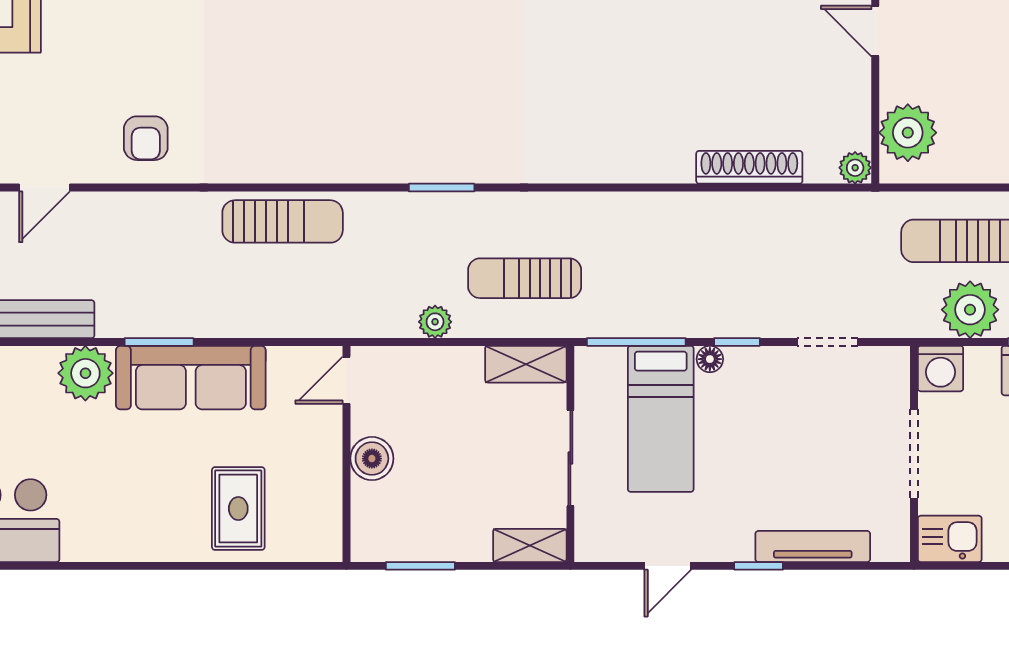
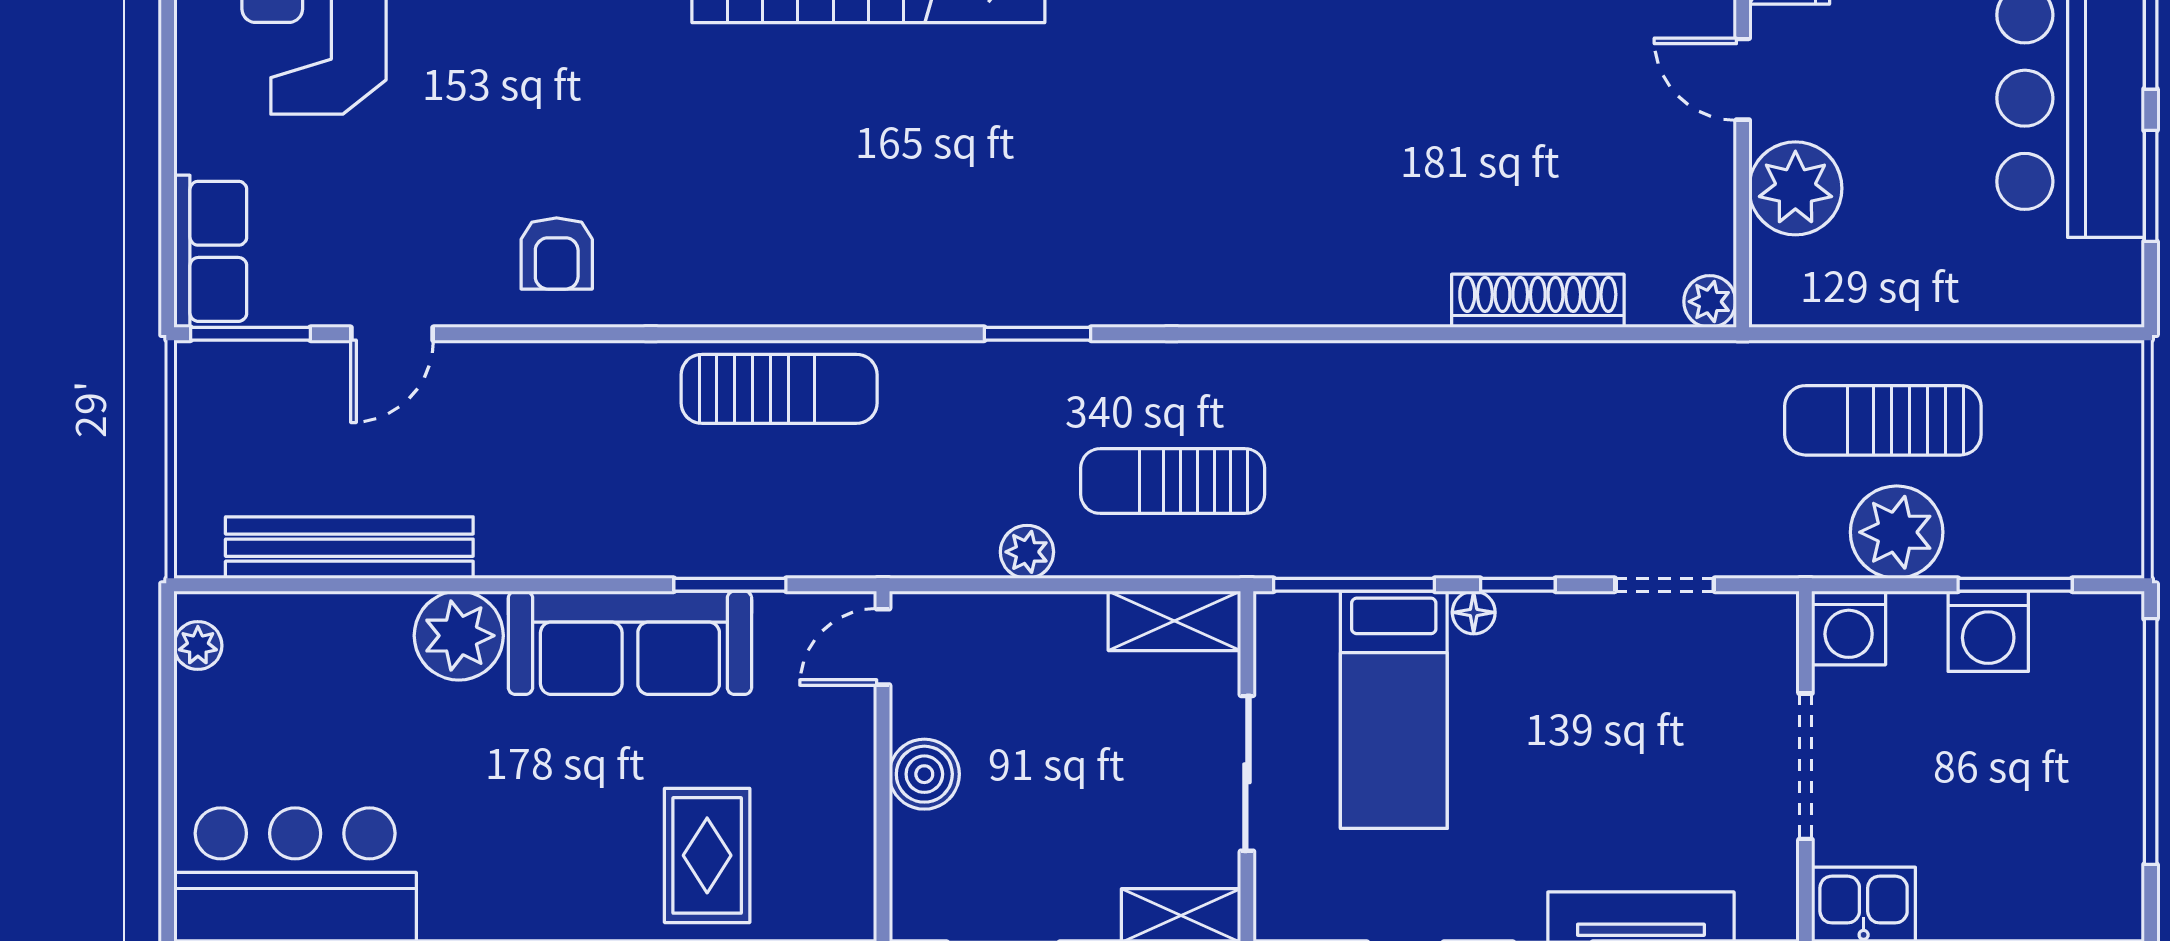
plant: (908, 133) -> (1795, 188), moved
window: (159, 342) -> (730, 585), moved

